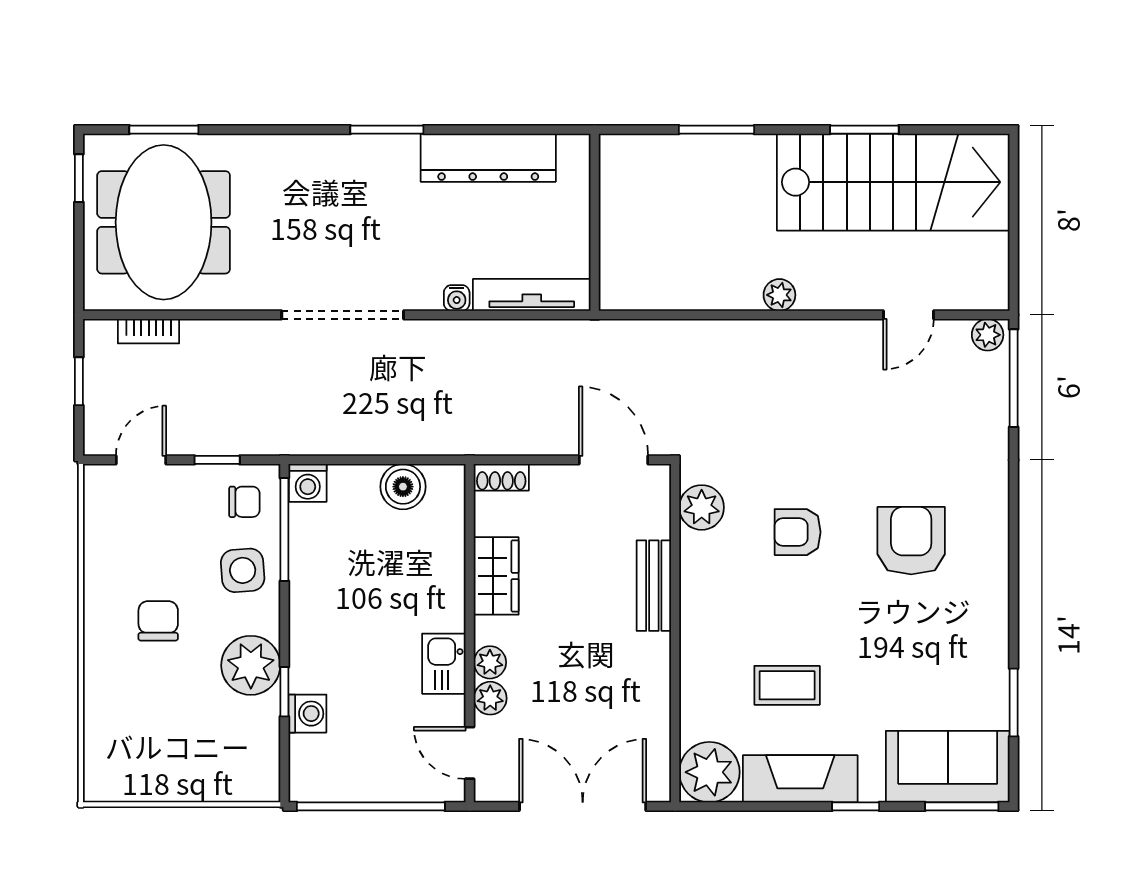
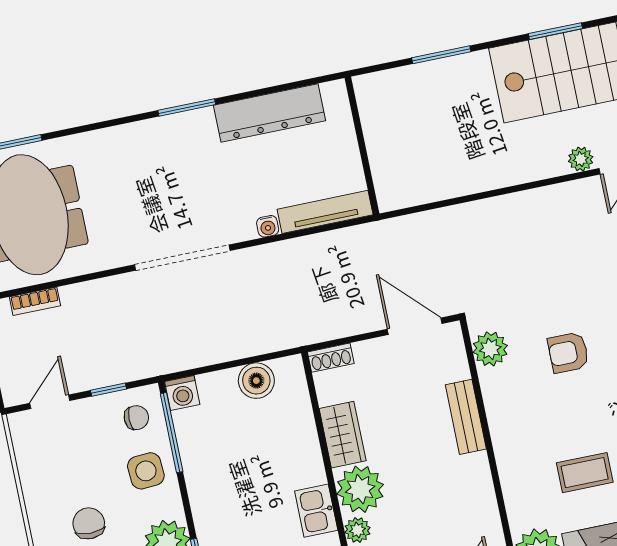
plant: (779, 295) -> (581, 159), moved
plant: (490, 662) -> (360, 489), width x1.87, depth x1.87

